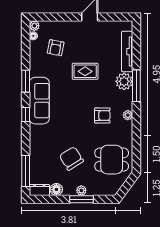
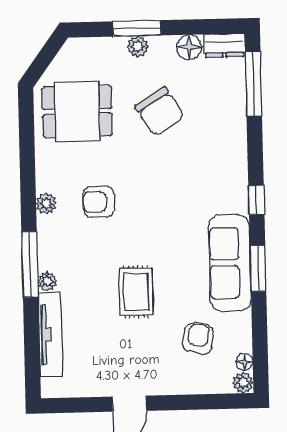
rug: (85, 71) -> (136, 292), turned 90
plant: (124, 81) -> (47, 281), width x0.53, depth x0.53
sofa: (39, 101) -> (230, 263), moved

